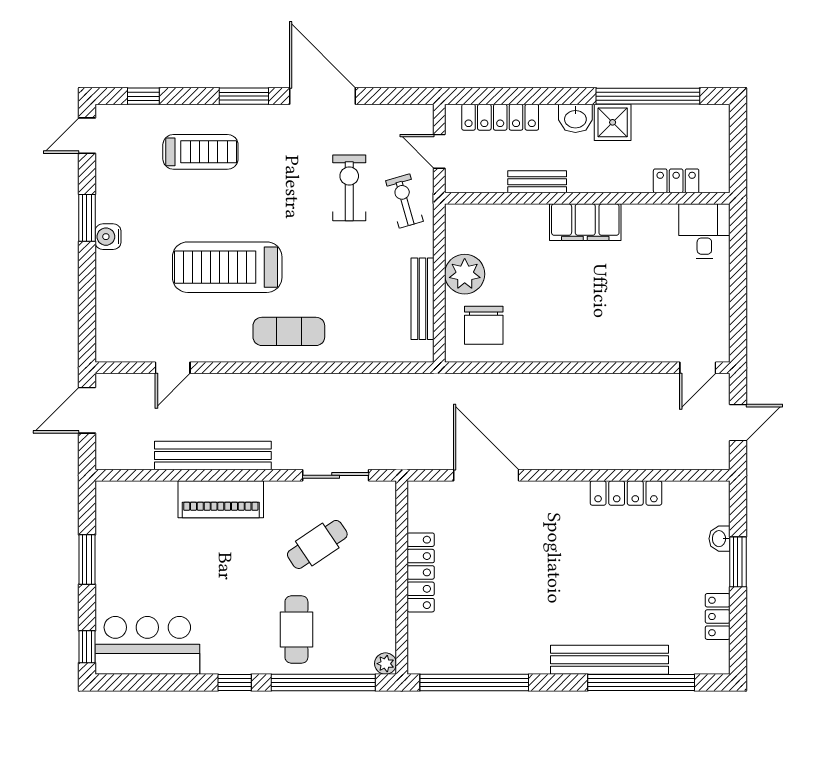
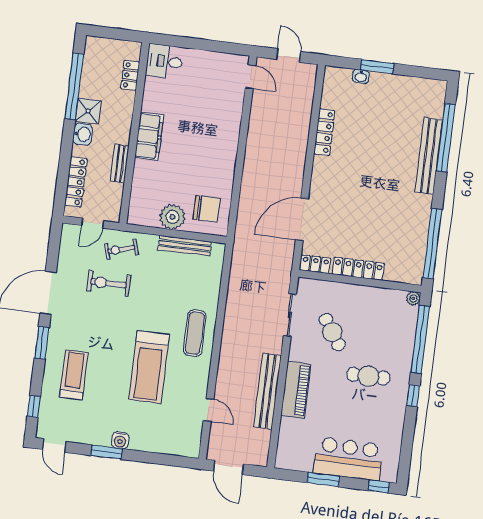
locker: (718, 616) -> (315, 264), moved, turned 180
cafe table: (296, 629) -> (368, 376), moved
bar counter: (147, 645) -> (349, 459), moved, turned 90

